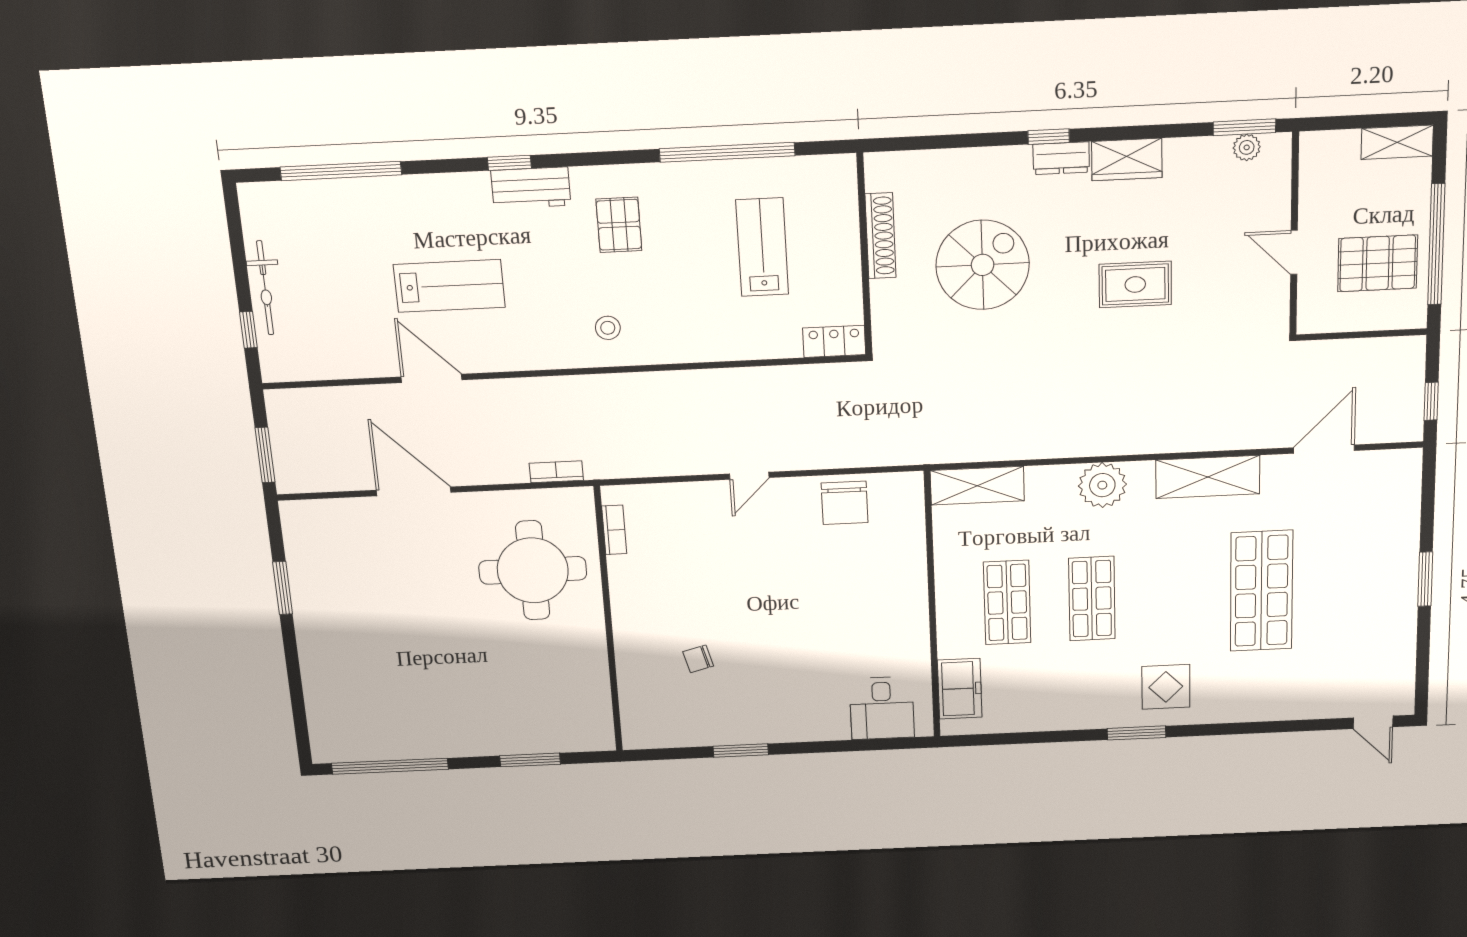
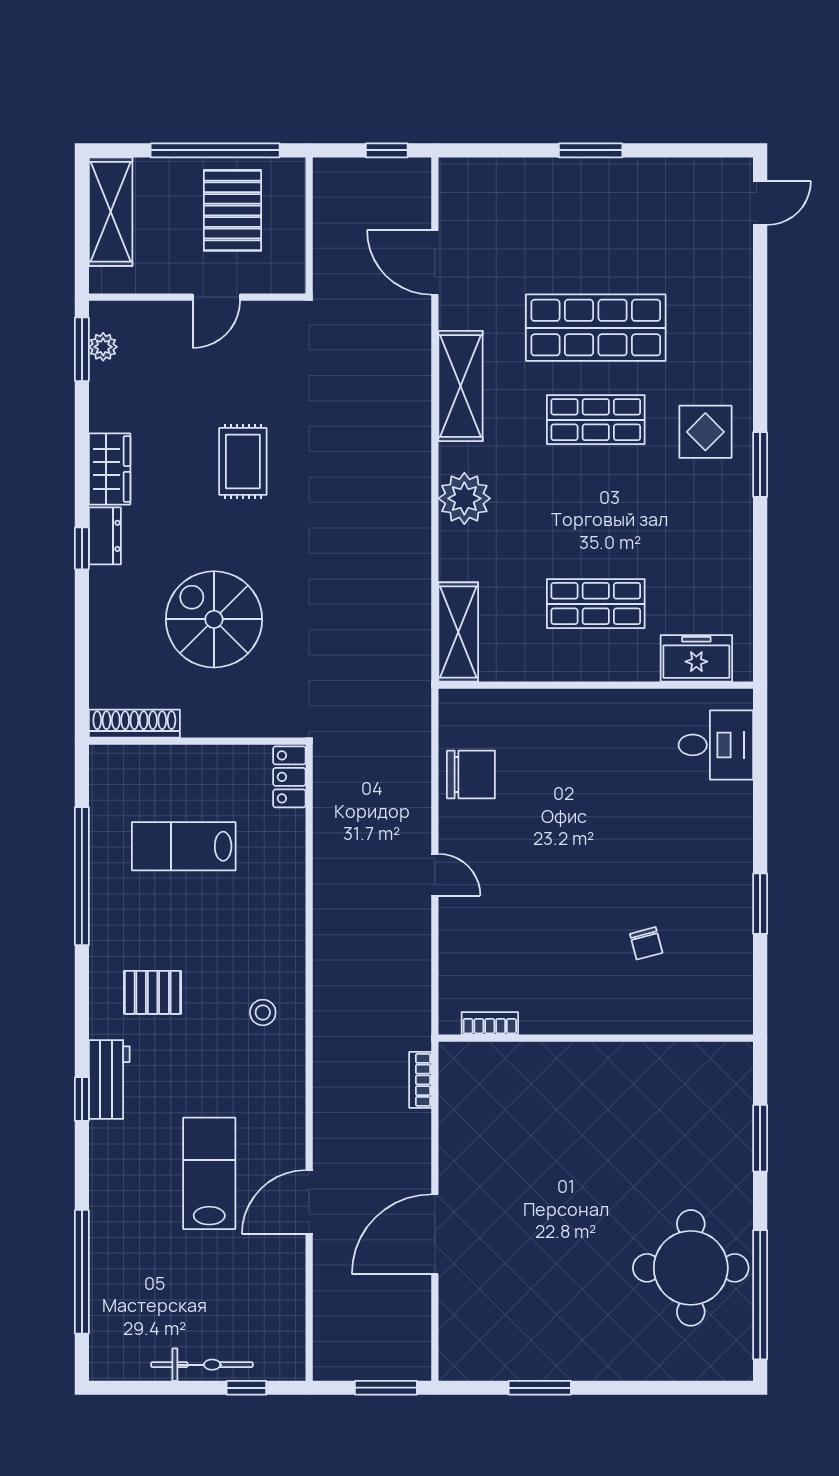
shelving: (1397, 142) -> (111, 212), width x1.50, depth x1.33
shoe rack: (880, 236) -> (134, 724), moved
round table: (533, 570) -> (691, 1268), moved
shop shelf: (1092, 599) -> (596, 420), moved

